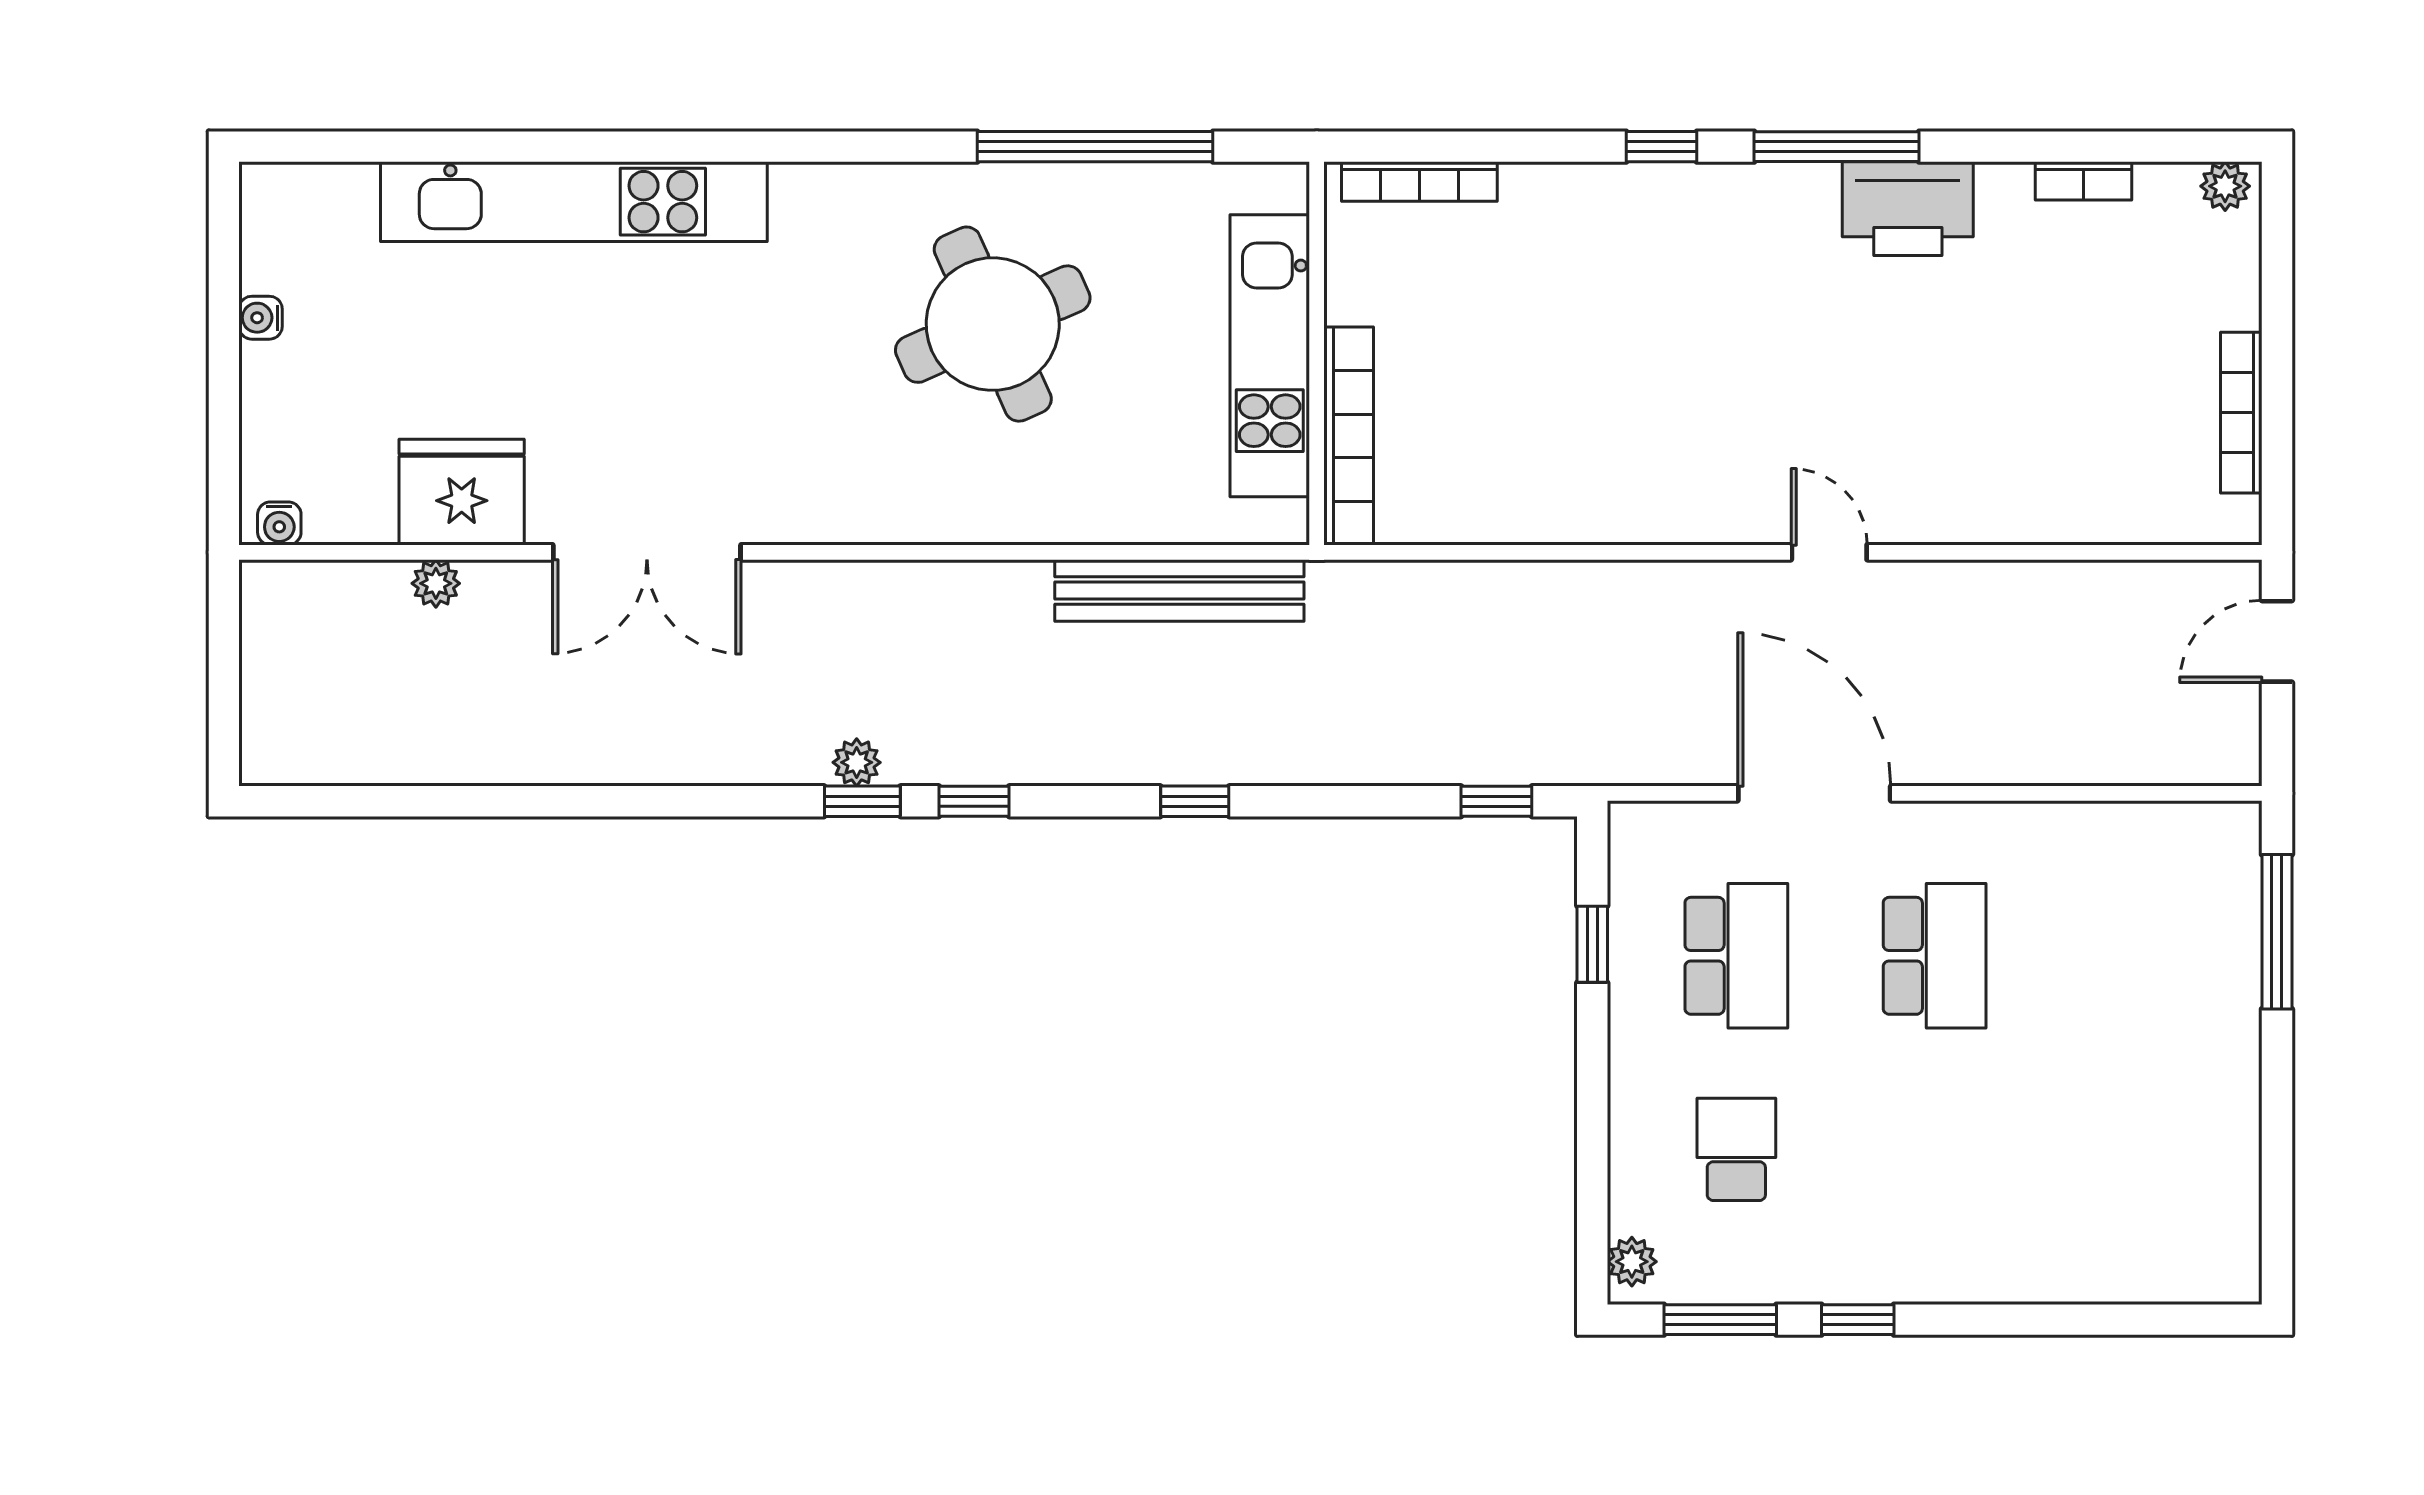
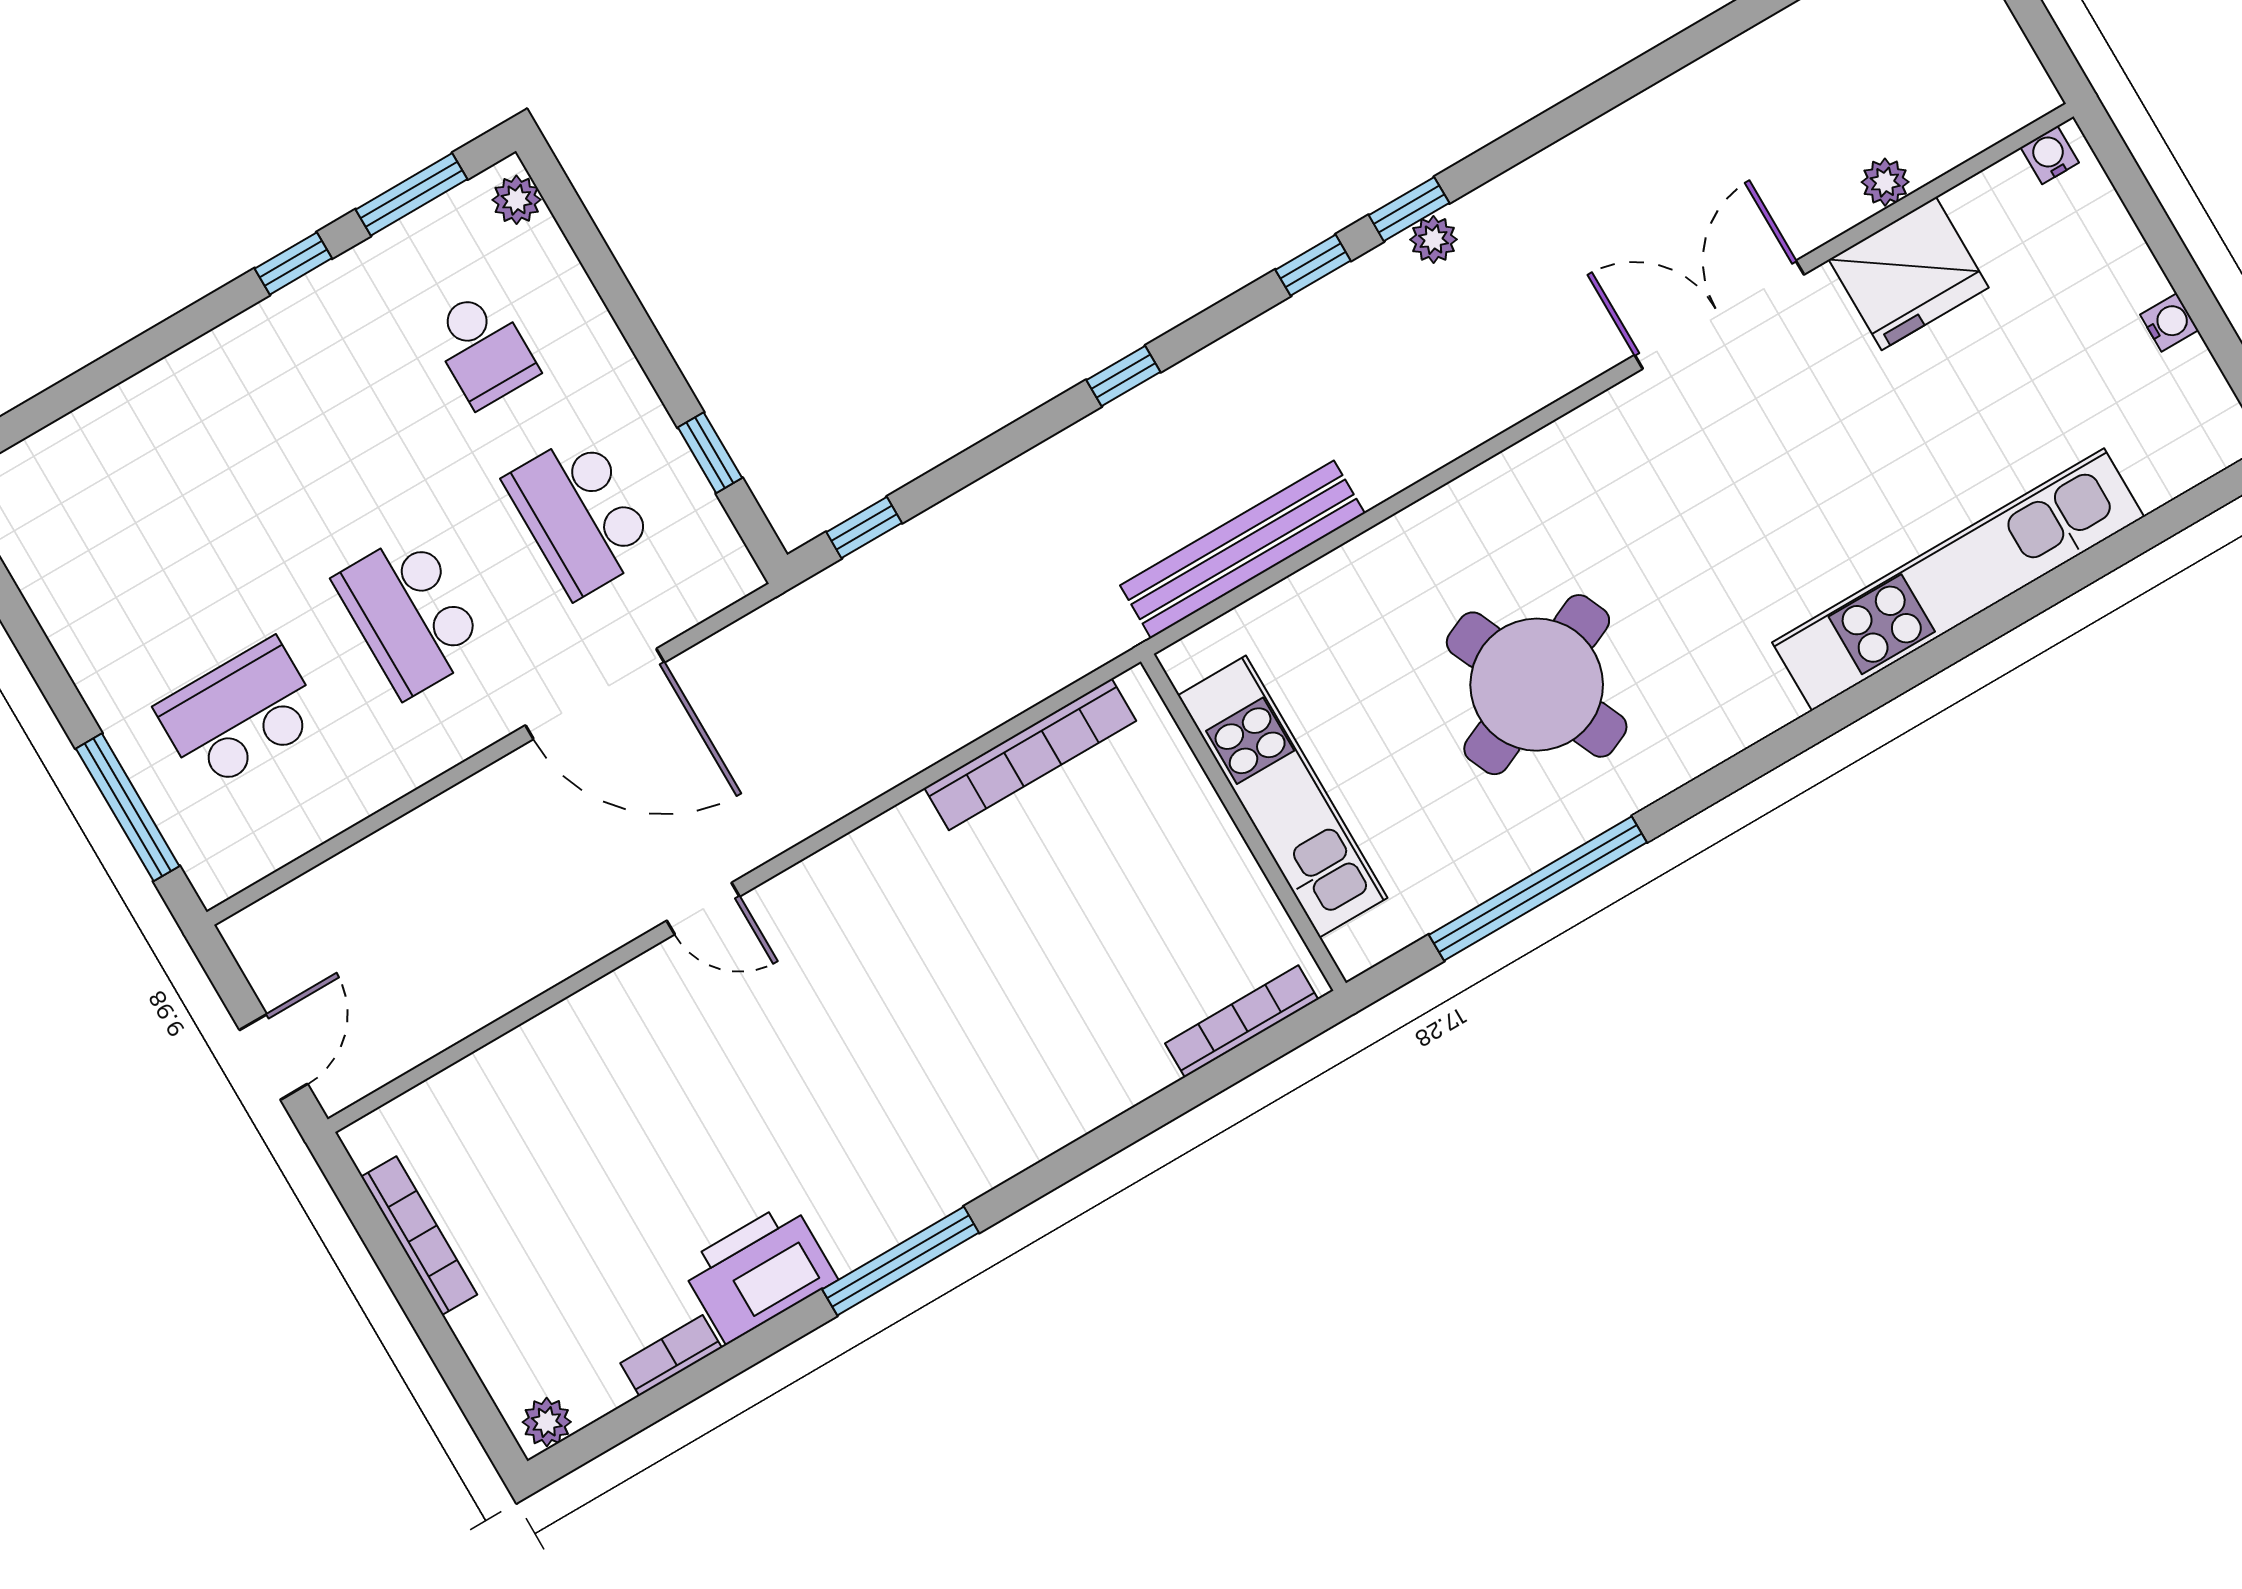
window: (1662, 147) -> (1051, 1173), removed
printer: (1908, 209) -> (759, 1272), moved
bookcase: (1349, 436) -> (1030, 754), moved, turned -90
school desk: (2133, 956) -> (240, 714), added

